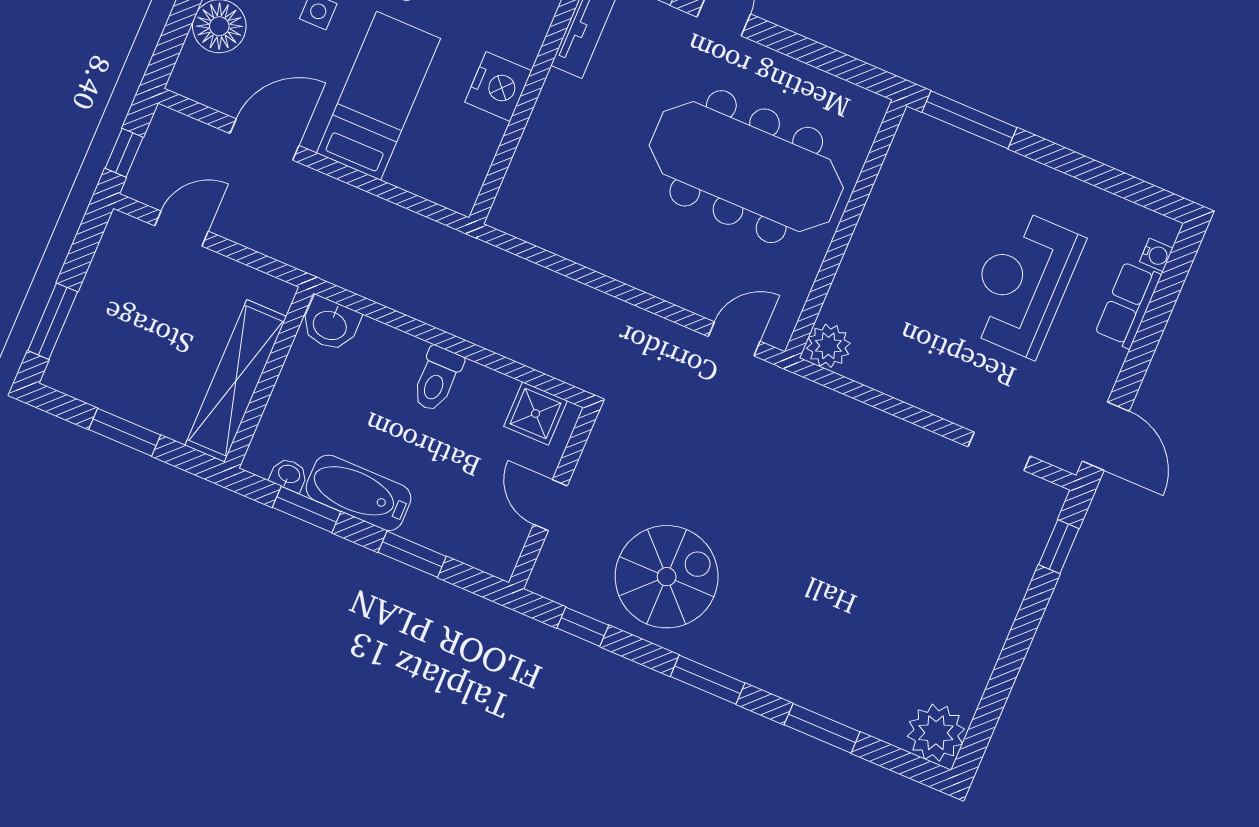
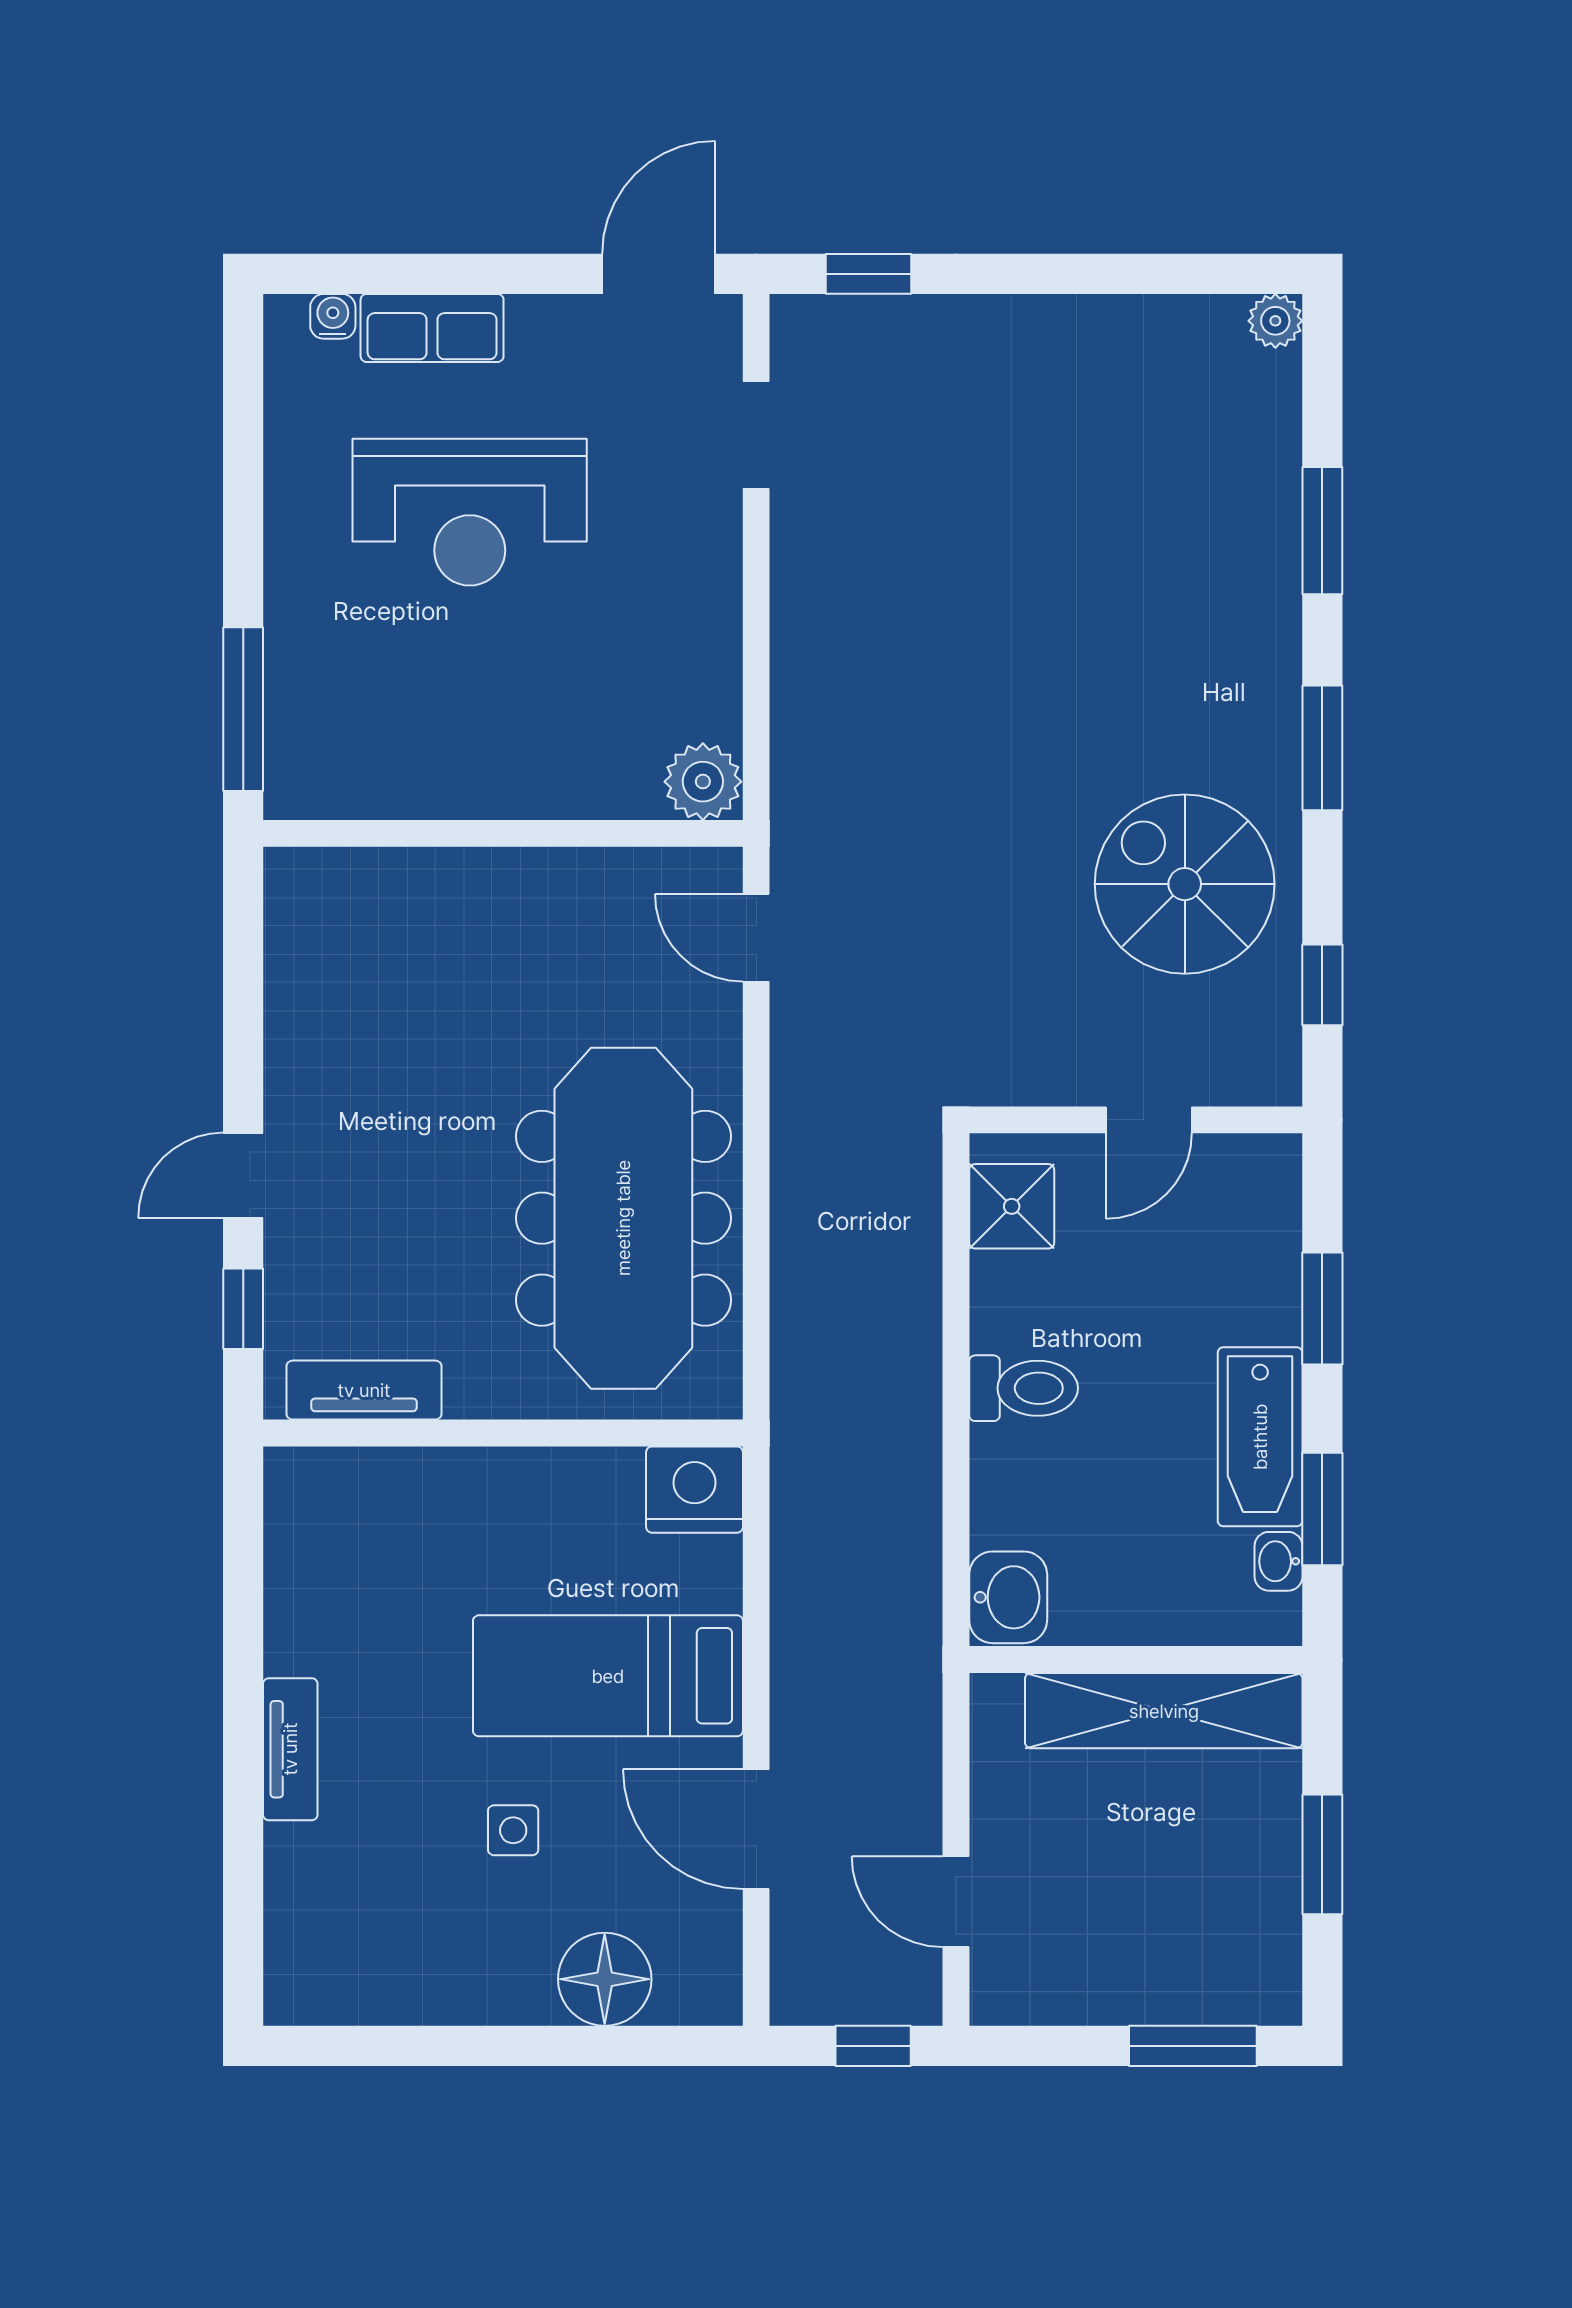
nightstand: (498, 86) -> (695, 1490), moved
meeting table: (746, 167) -> (623, 1218), moved
plant: (936, 733) -> (1275, 321), width x0.53, depth x0.53

